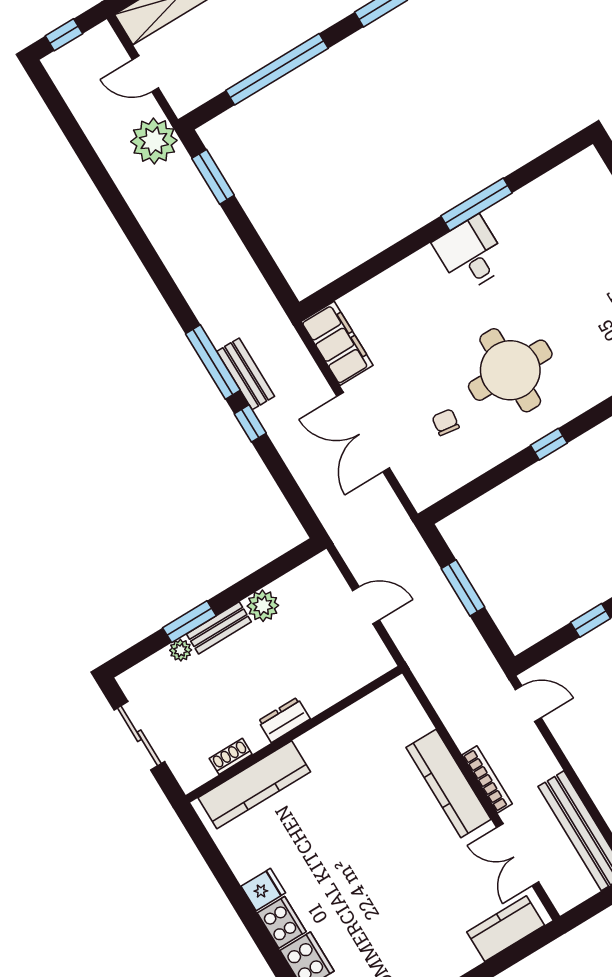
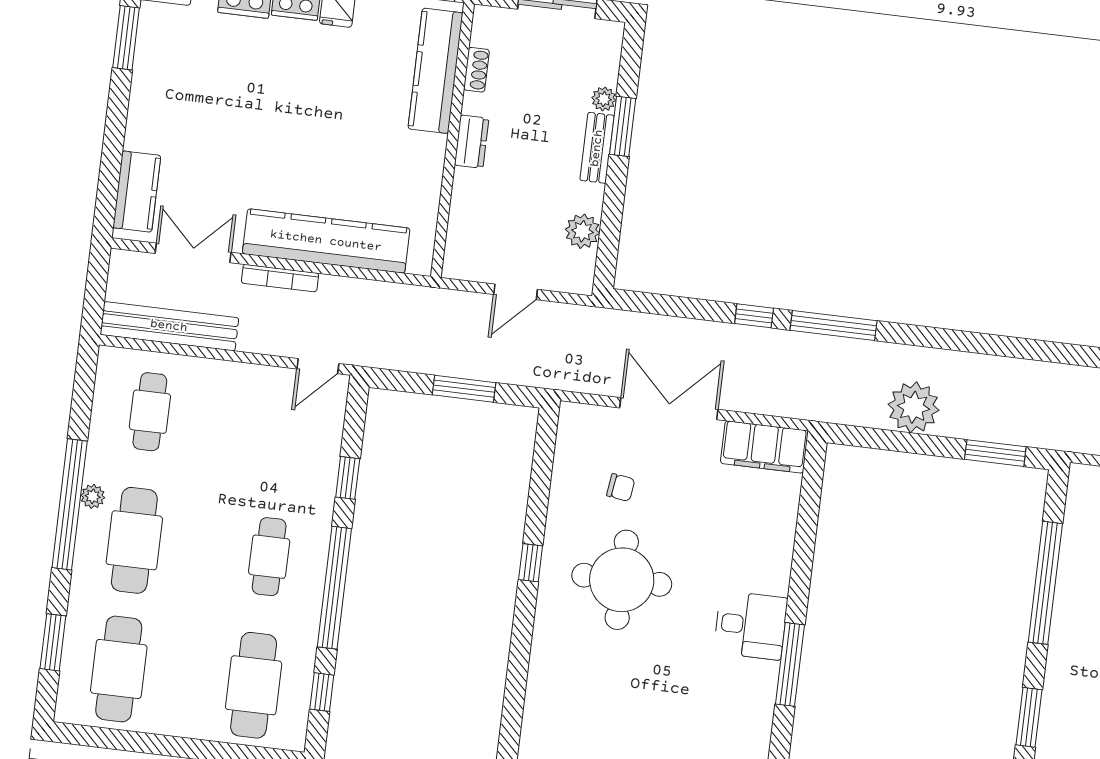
plant: (154, 141) -> (914, 407), moved
bench: (246, 374) -> (801, 346), removed
plant: (263, 606) -> (582, 231), moved
kitchen counter: (448, 783) -> (326, 241), width x1.39, depth x1.17

